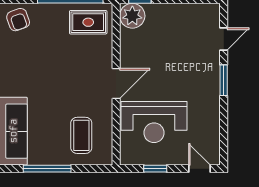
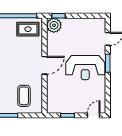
reception desk: (154, 122) -> (85, 68), moved
door: (199, 169) -> (94, 115), hinge flipped

